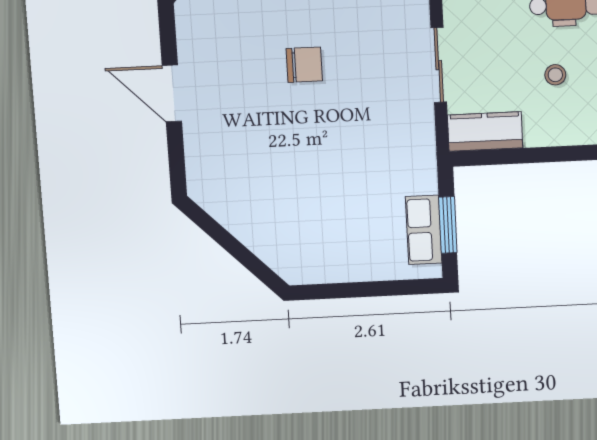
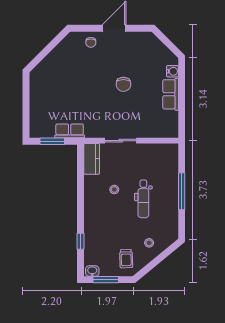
chair: (209, 146) -> (91, 42), added
row of seats: (424, 230) -> (70, 131), moved

